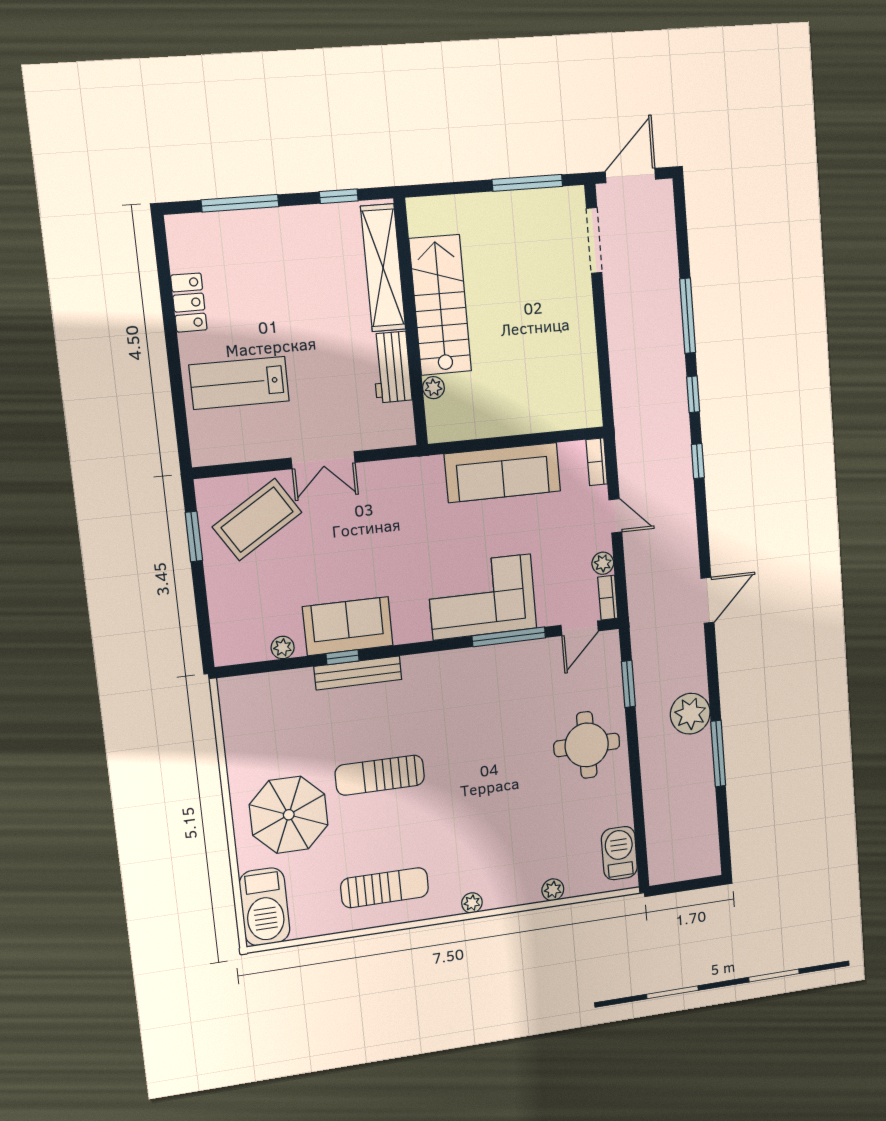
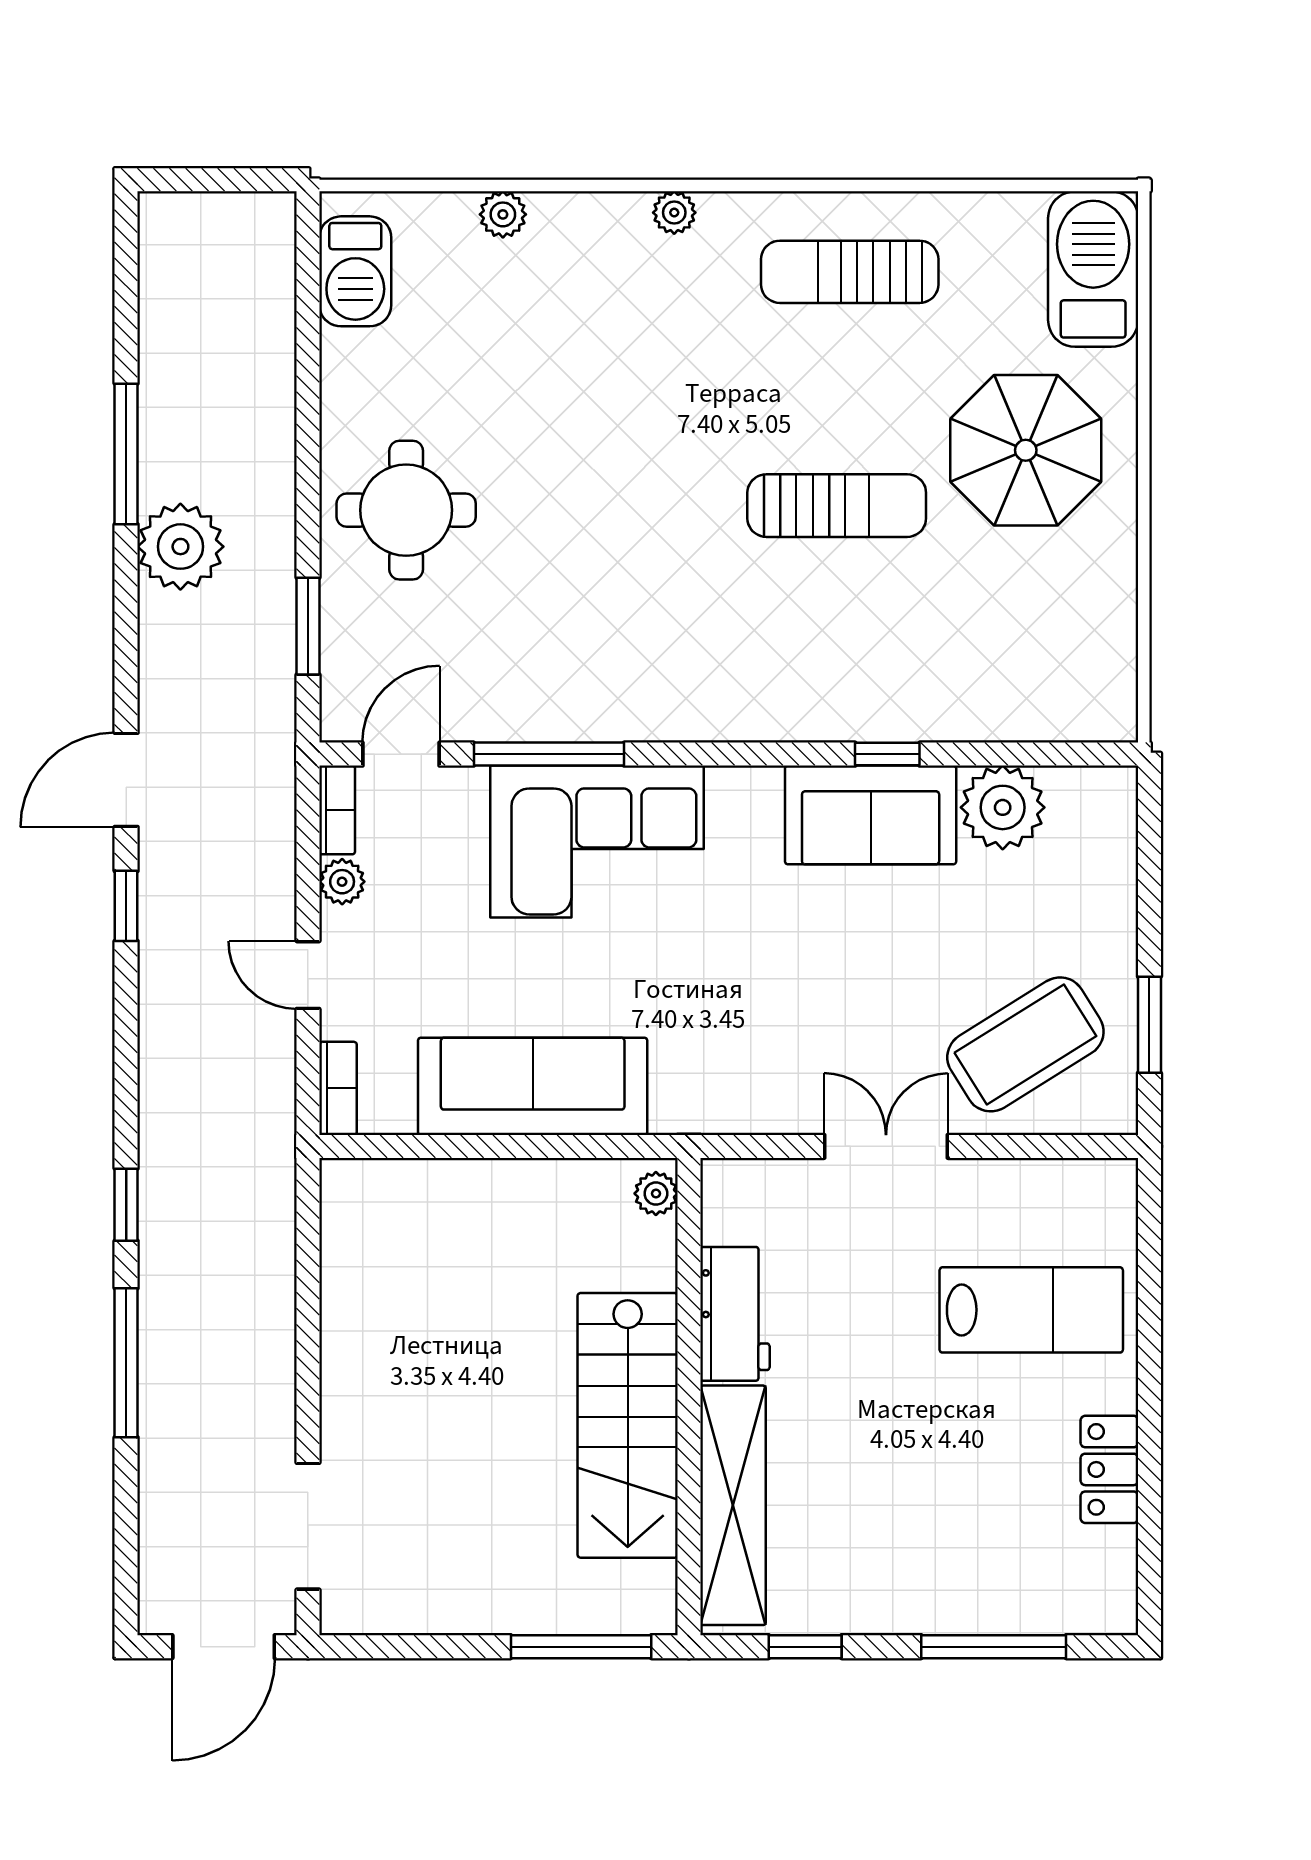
window: (527, 183) -> (581, 1647), moved
plant: (433, 388) -> (656, 1194), moved
window: (698, 461) -> (126, 906), moved
plant: (283, 647) -> (1003, 807), width x1.88, depth x1.88
bench: (358, 673) -> (860, 719), removed

